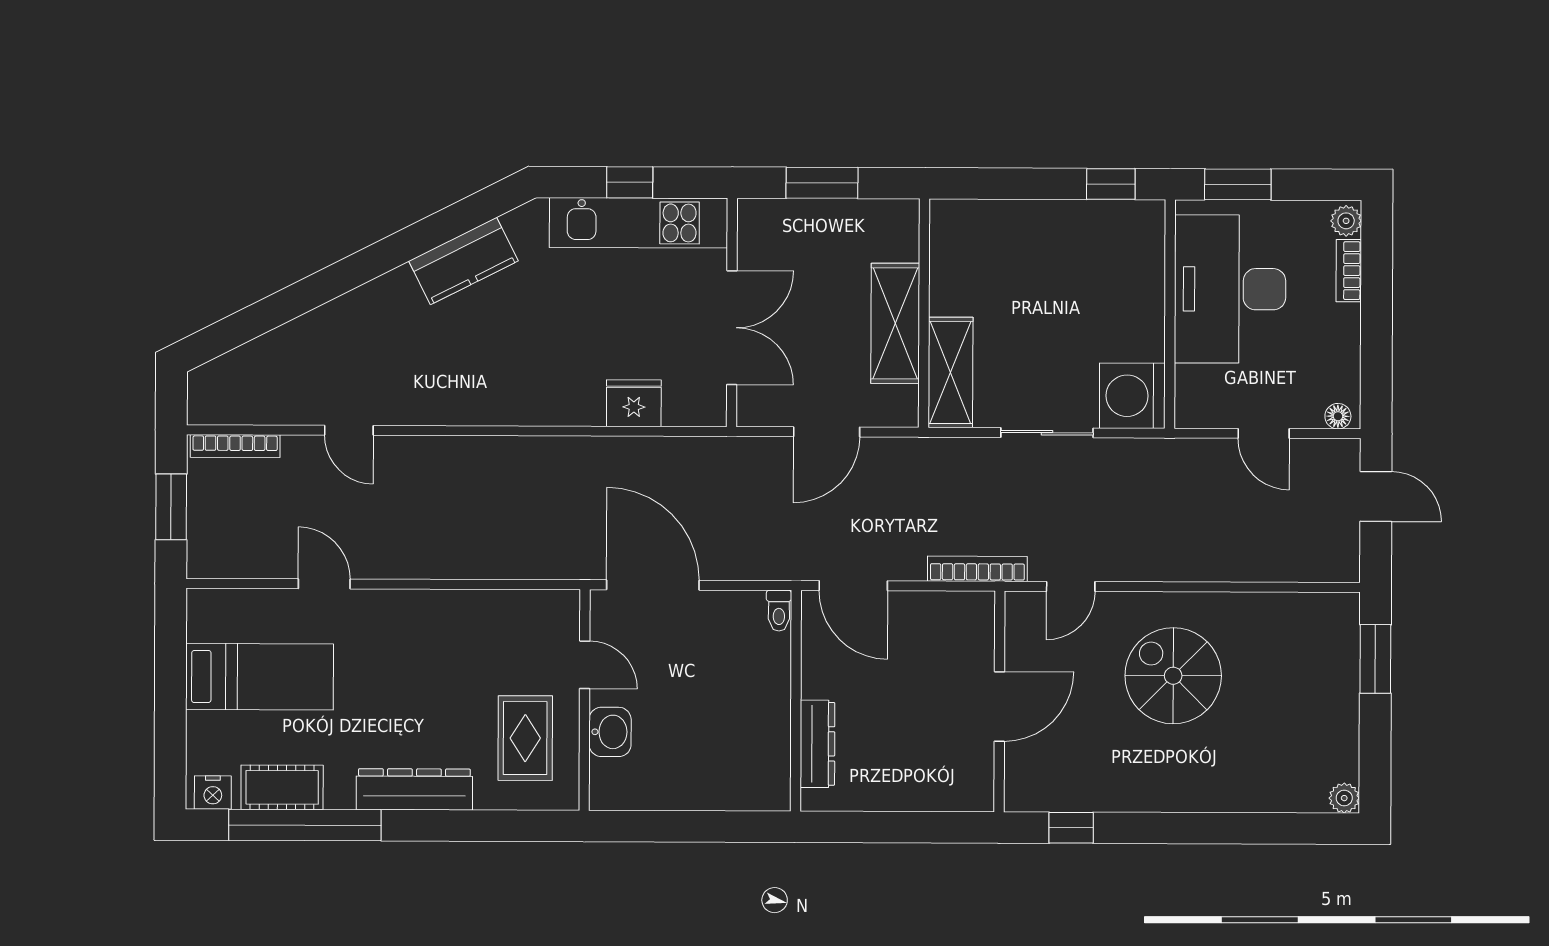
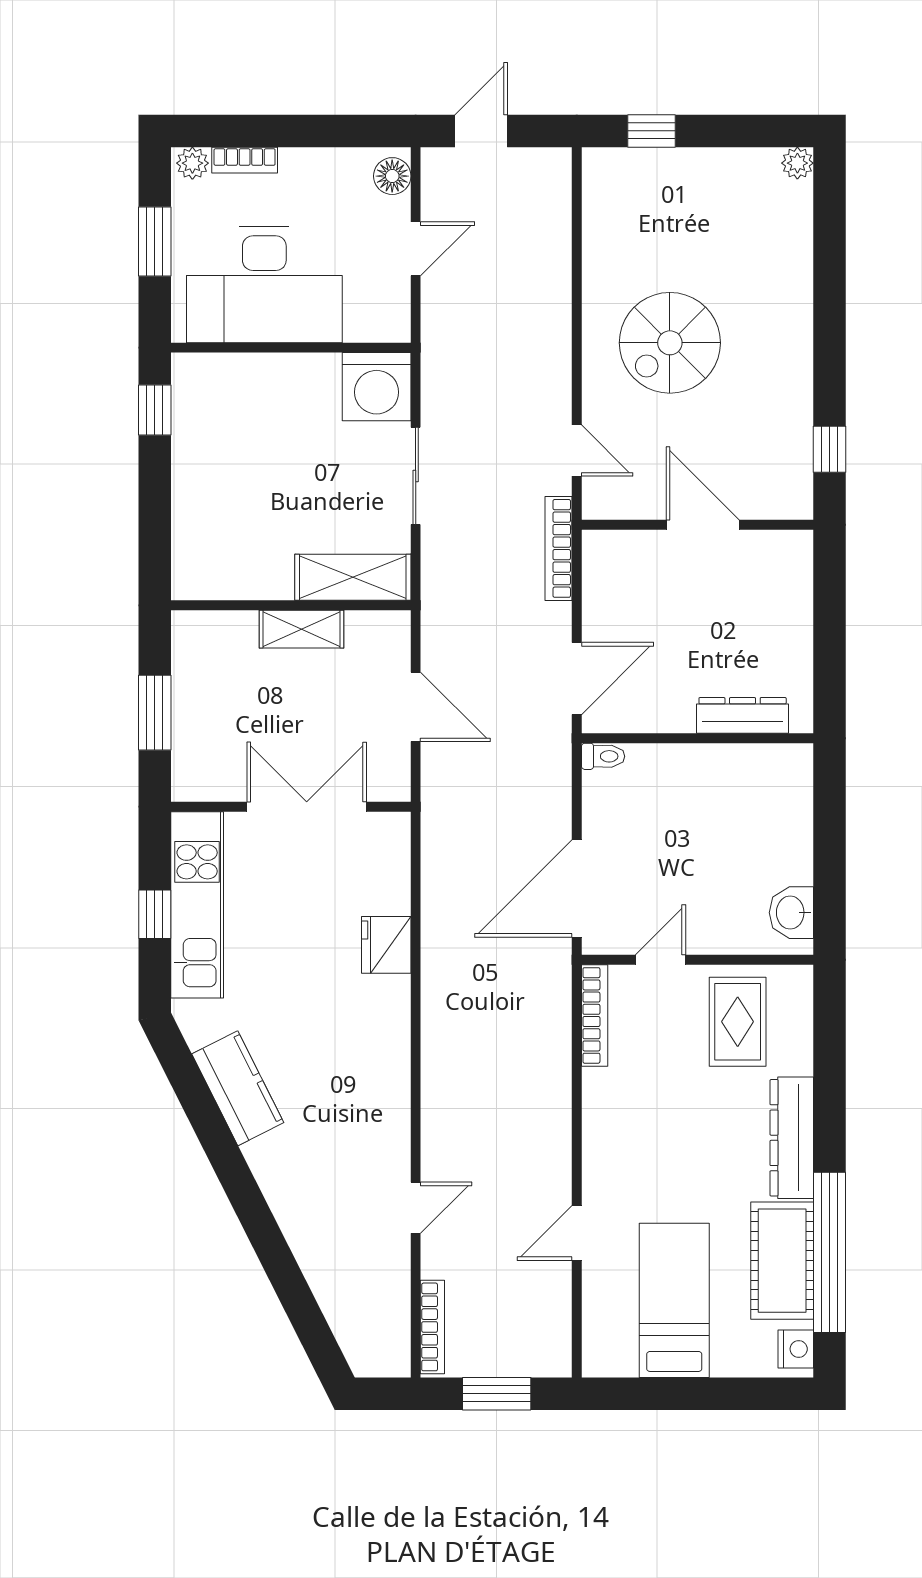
window: (1238, 184) -> (155, 242), moved
shelving: (895, 323) -> (302, 629), width x0.67, depth x0.75
fridge: (634, 403) -> (386, 945), moved
floor lamp: (1338, 416) -> (392, 176), width x1.37, depth x1.37
bookcase: (532, 602) -> (595, 1015), added
window: (1375, 659) -> (652, 131), width x0.67
washbasin: (610, 732) -> (791, 913), moved, turned -90
rug: (525, 738) -> (738, 1022), turned 90
cot: (282, 787) -> (782, 1261), width x1.37, depth x1.34

